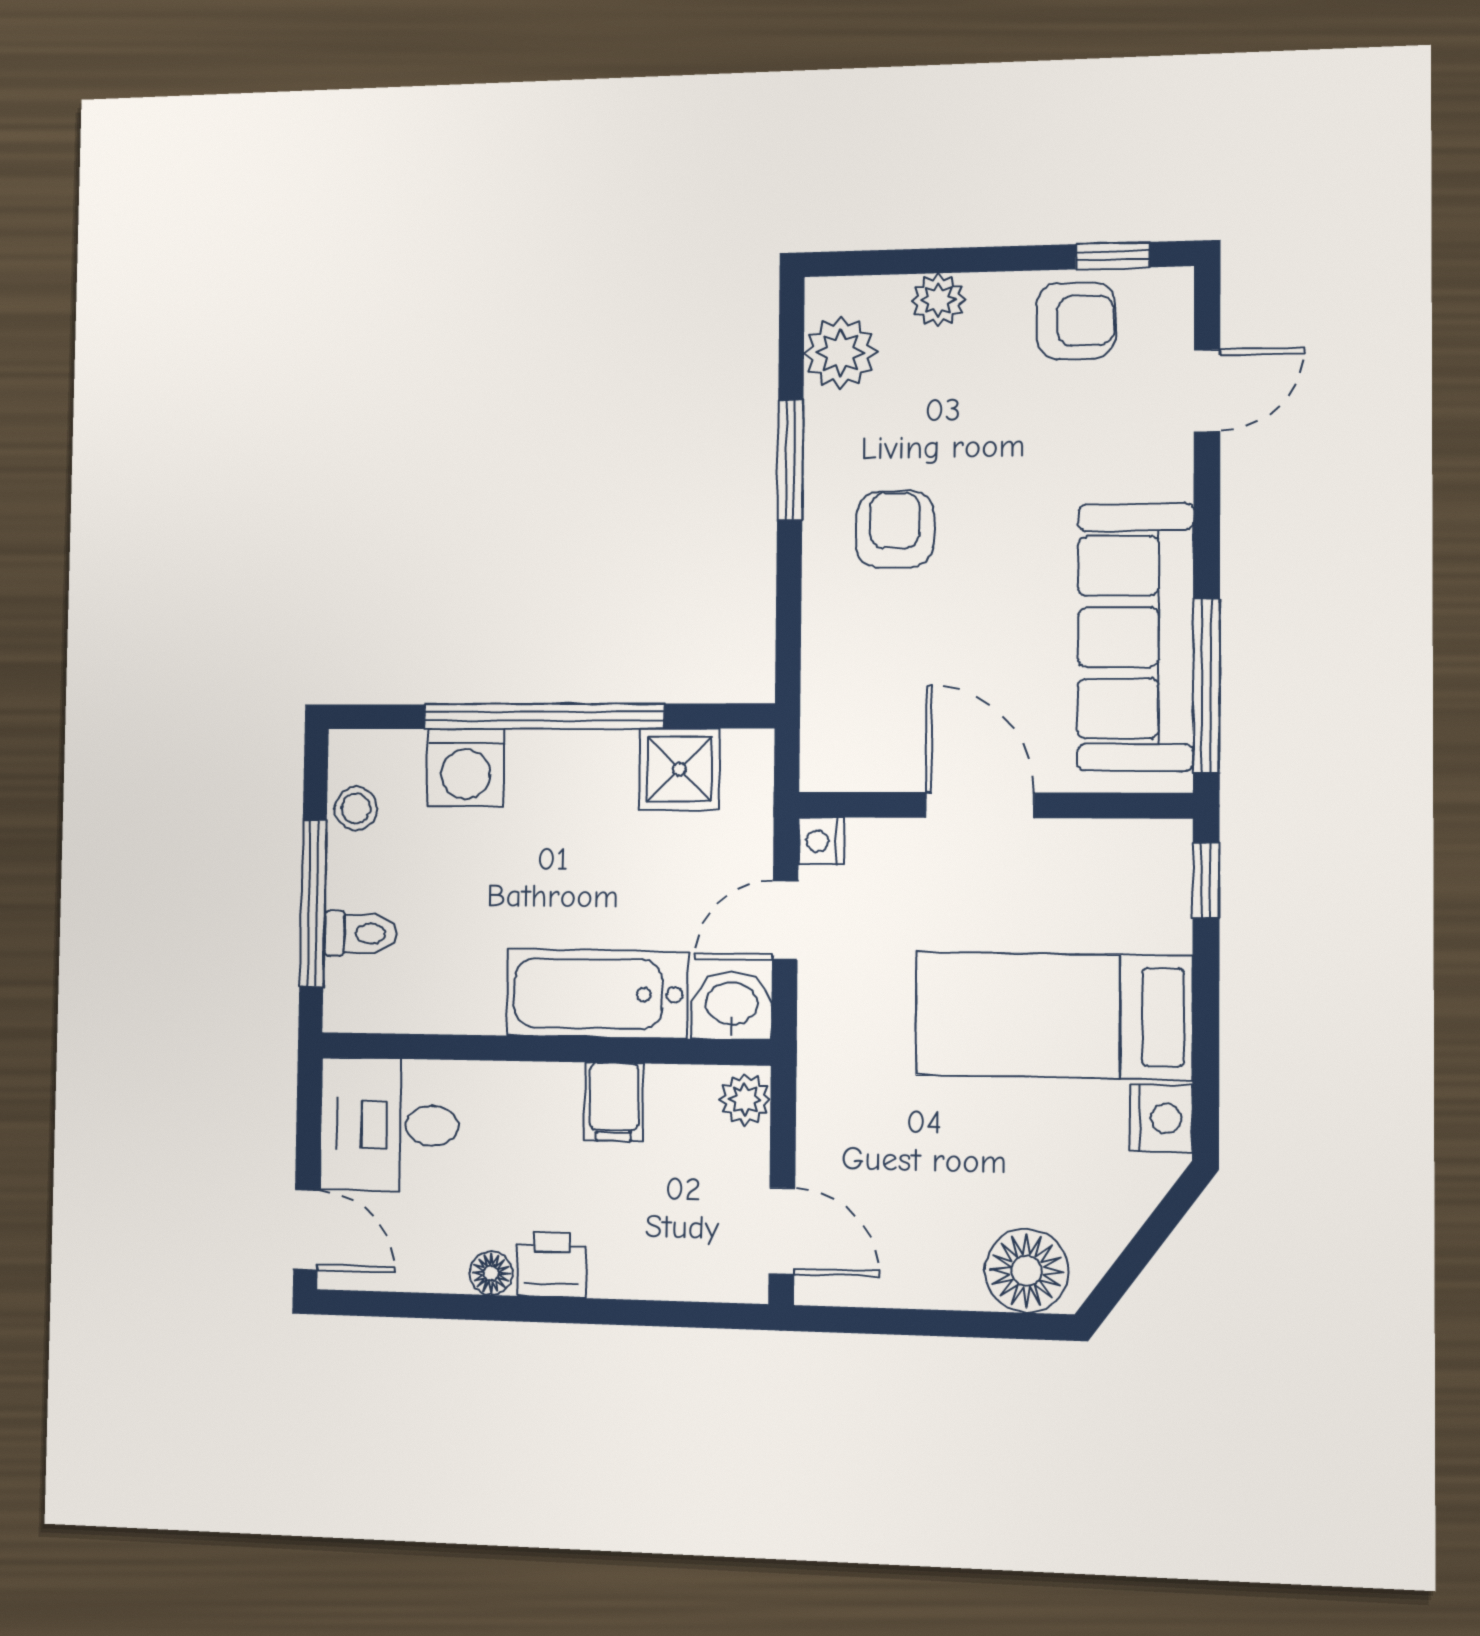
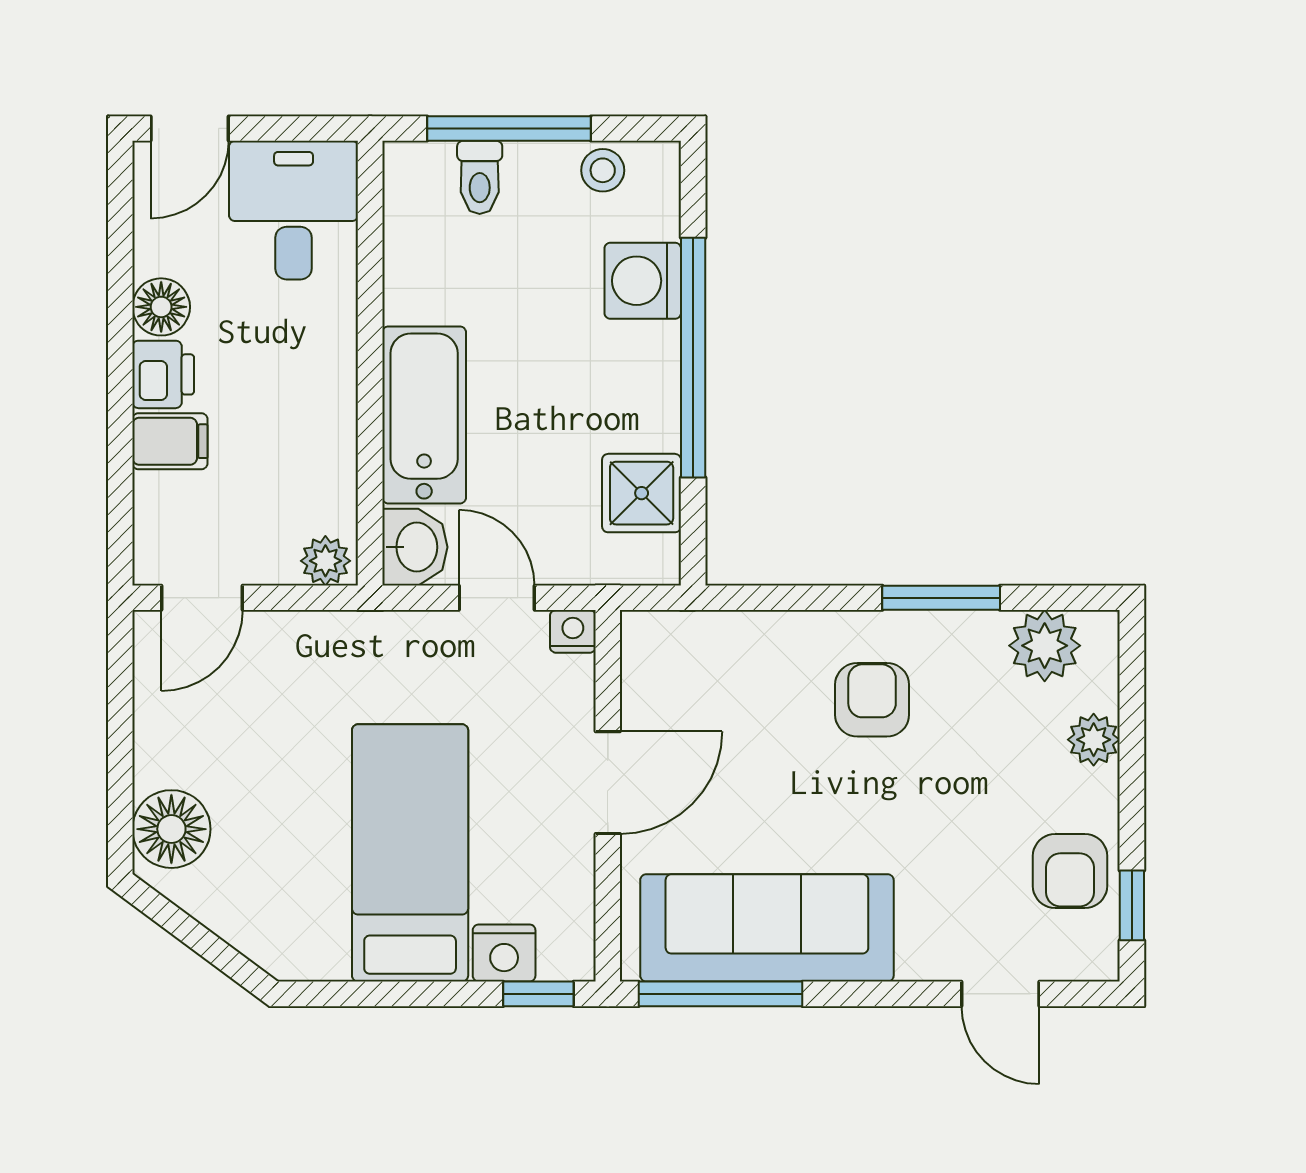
armchair: (895, 530) -> (872, 700), turned -90
filing cabinet: (614, 1102) -> (170, 441), moved, turned 180
nightstand: (1161, 1118) -> (504, 953), moved
floor lamp: (491, 1273) -> (161, 307), width x1.37, depth x1.37

